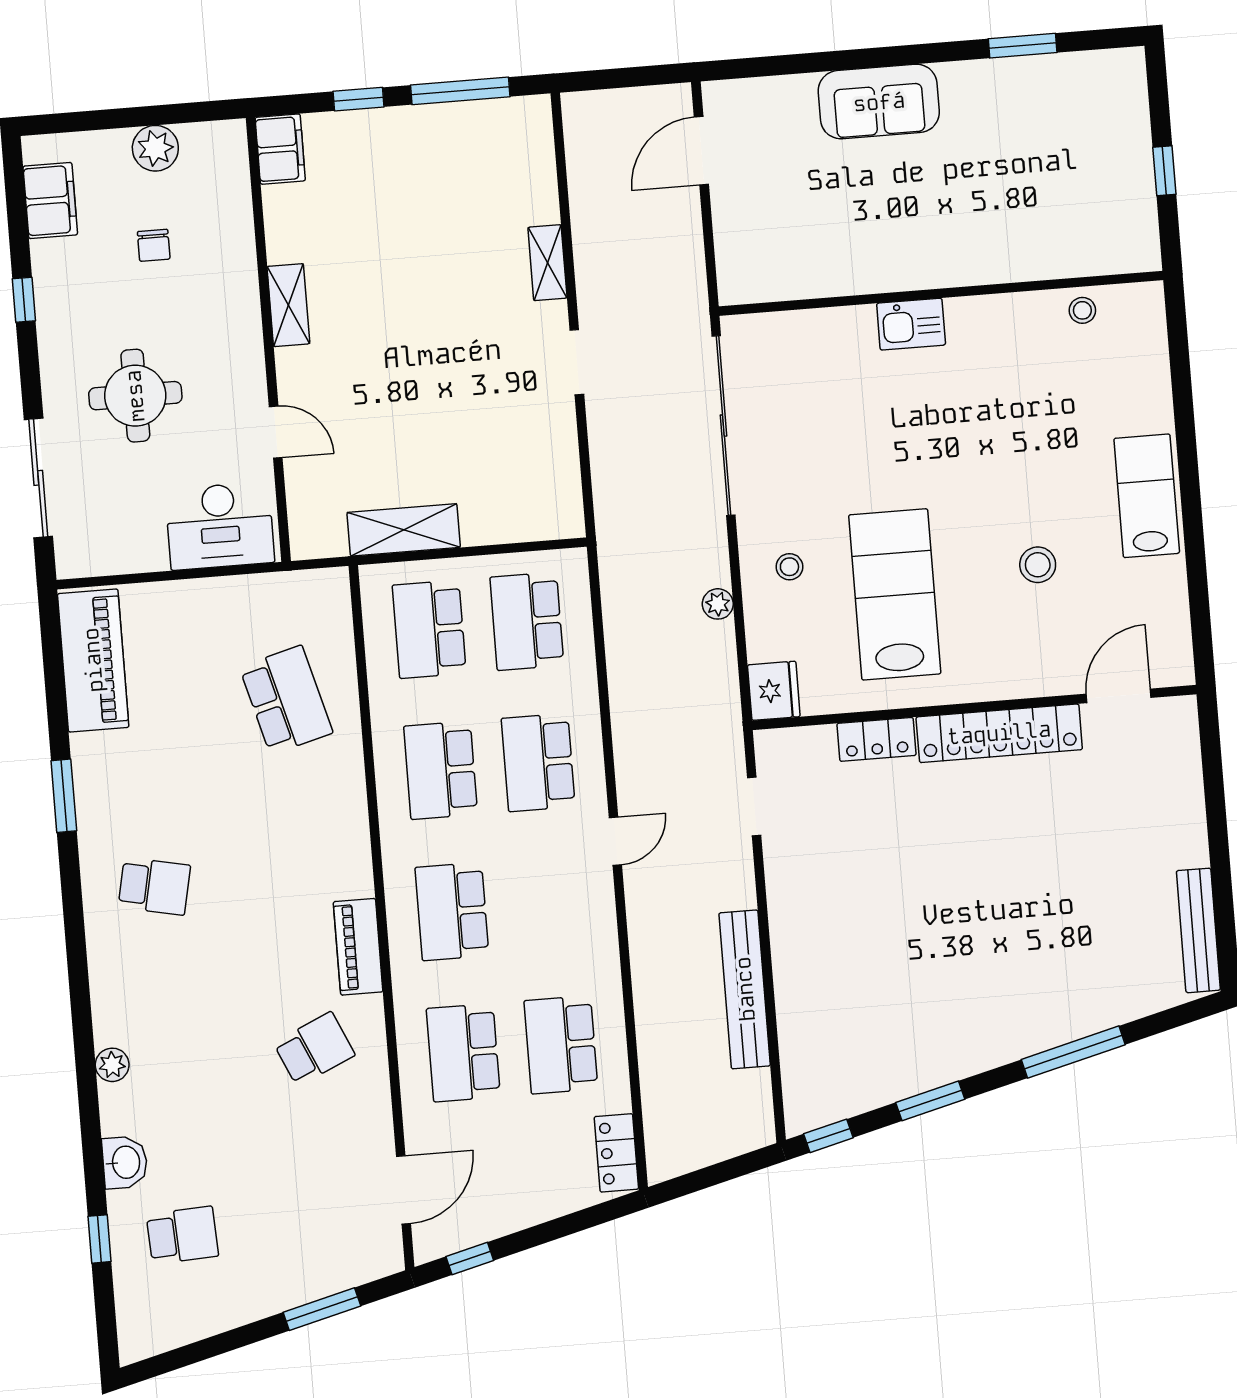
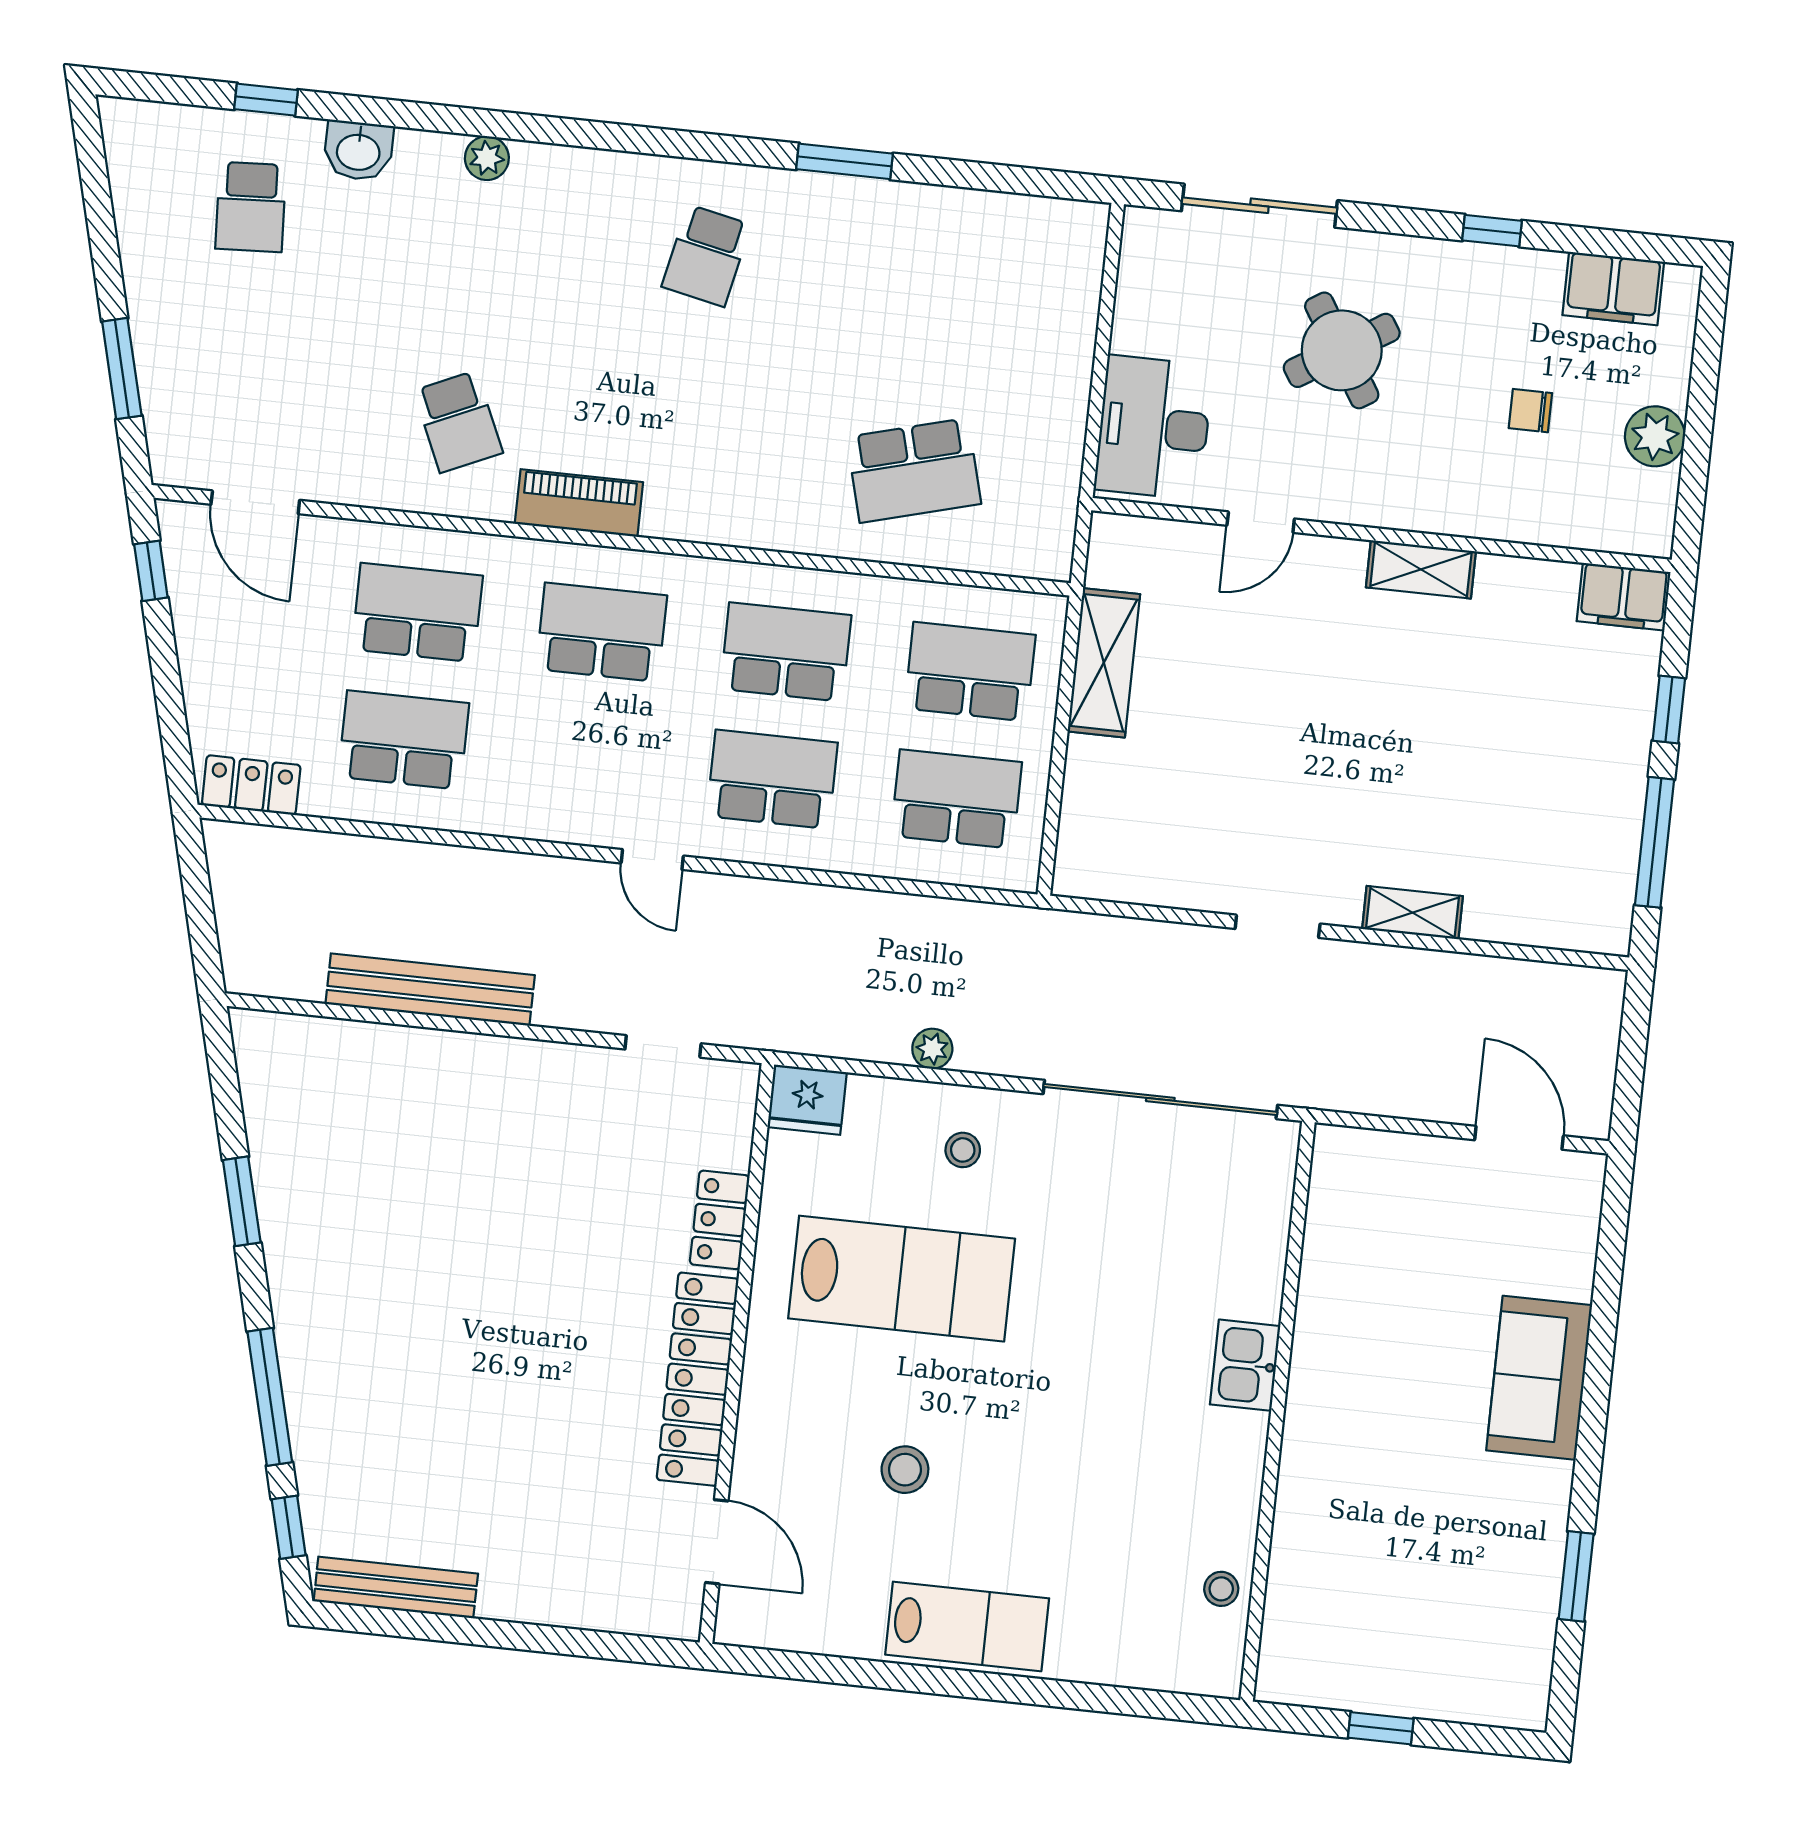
round table: (135, 396) -> (1342, 350), turned -32
piano: (93, 660) -> (1011, 232), removed
window: (828, 1136) -> (289, 1527), moved

